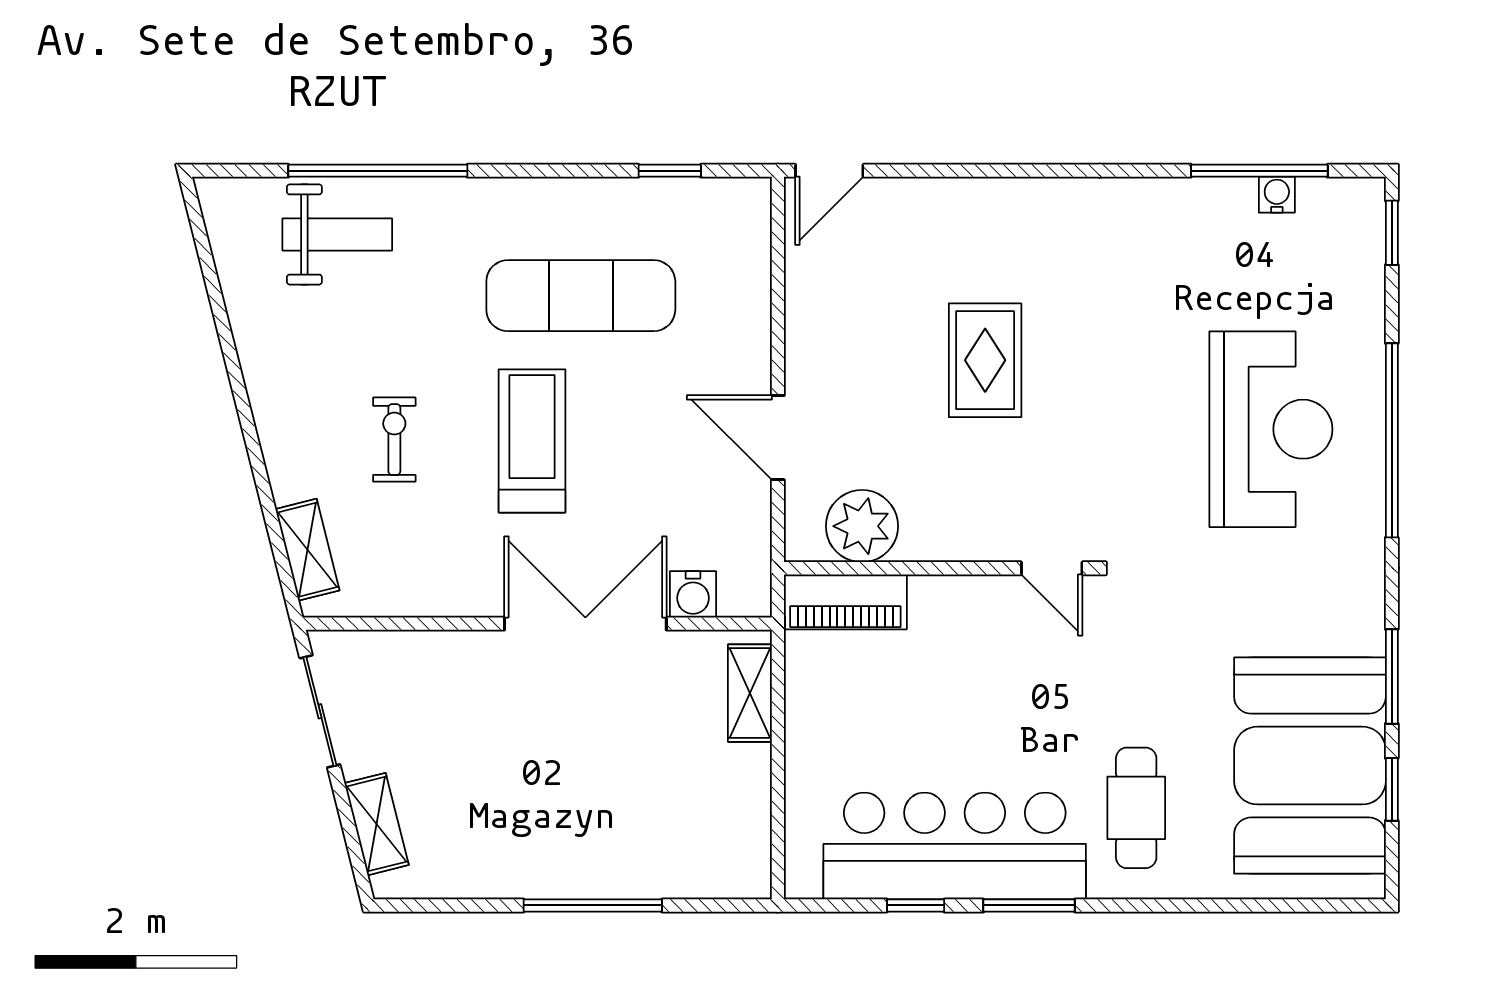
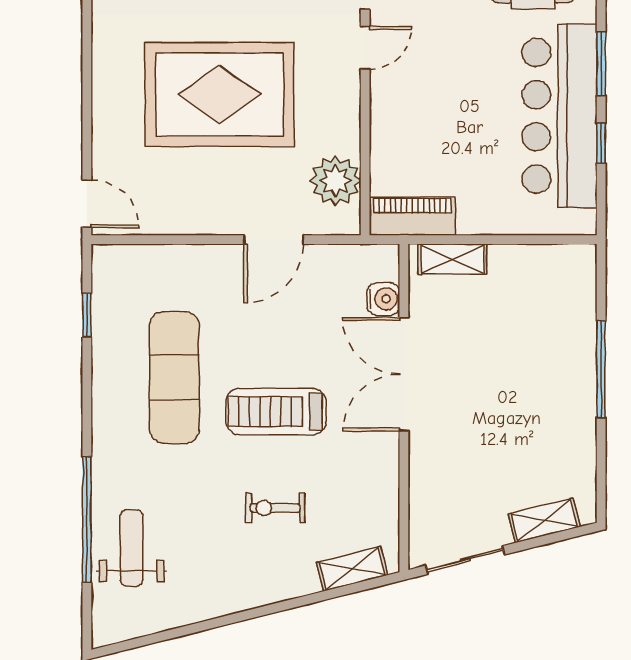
rug: (985, 360) -> (220, 94), width x1.86, depth x2.06
piano: (845, 602) -> (412, 216), moved, turned -90

